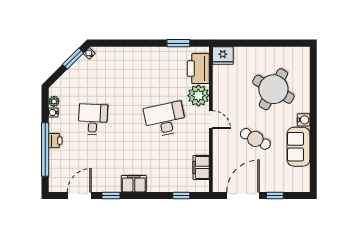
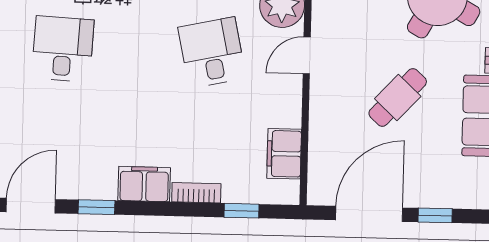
desk: (165, 119) -> (212, 53), width x0.73
door: (211, 120) -> (307, 55), swing flipped
cafe table: (255, 139) -> (398, 97), turned -75
bookcase: (159, 187) -> (196, 193), added

